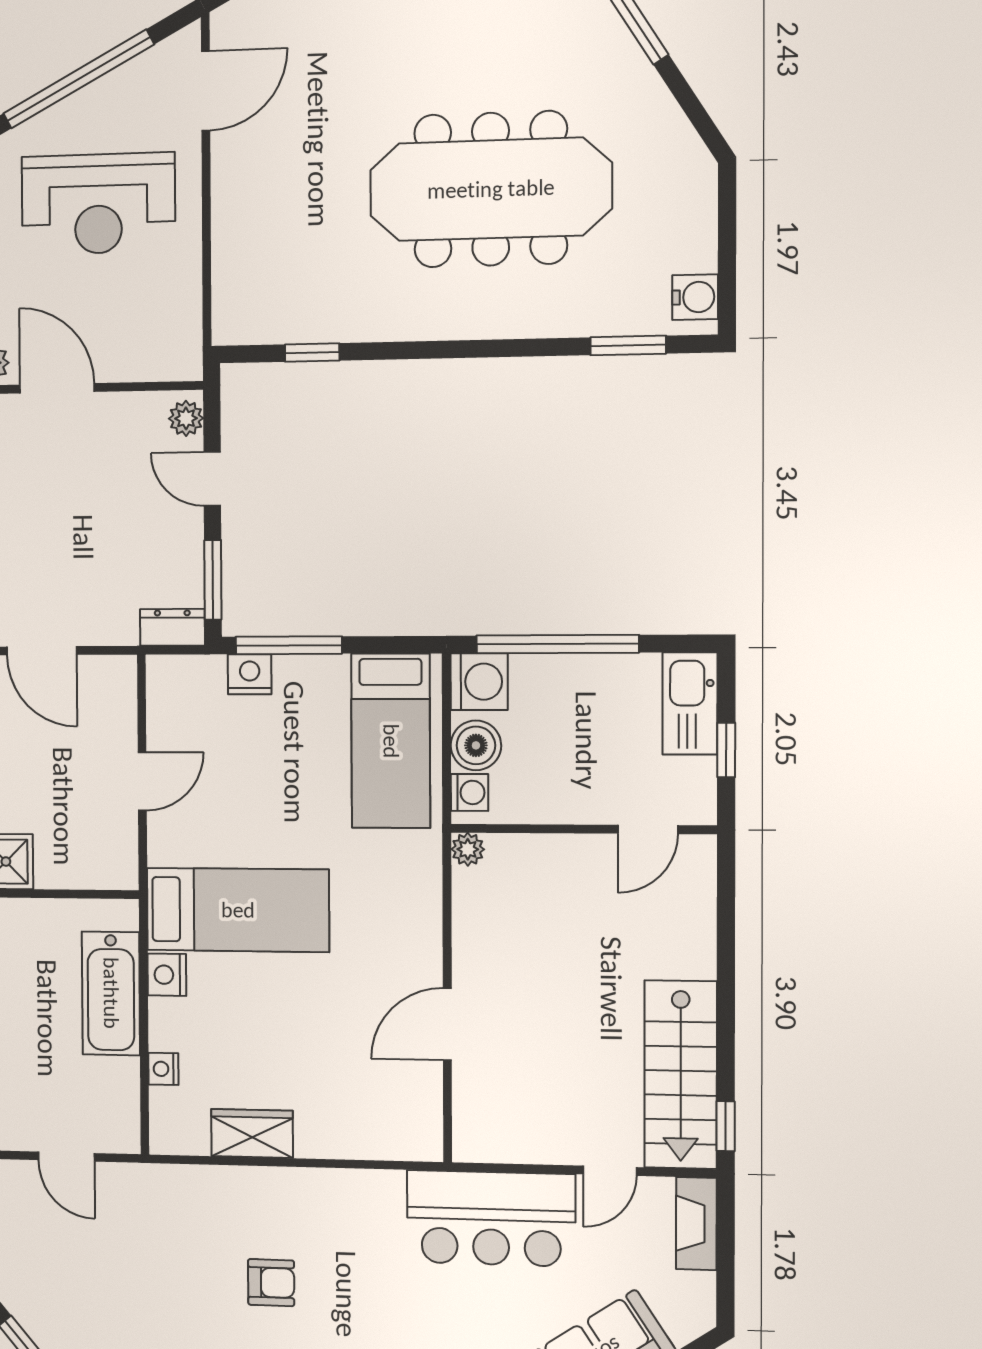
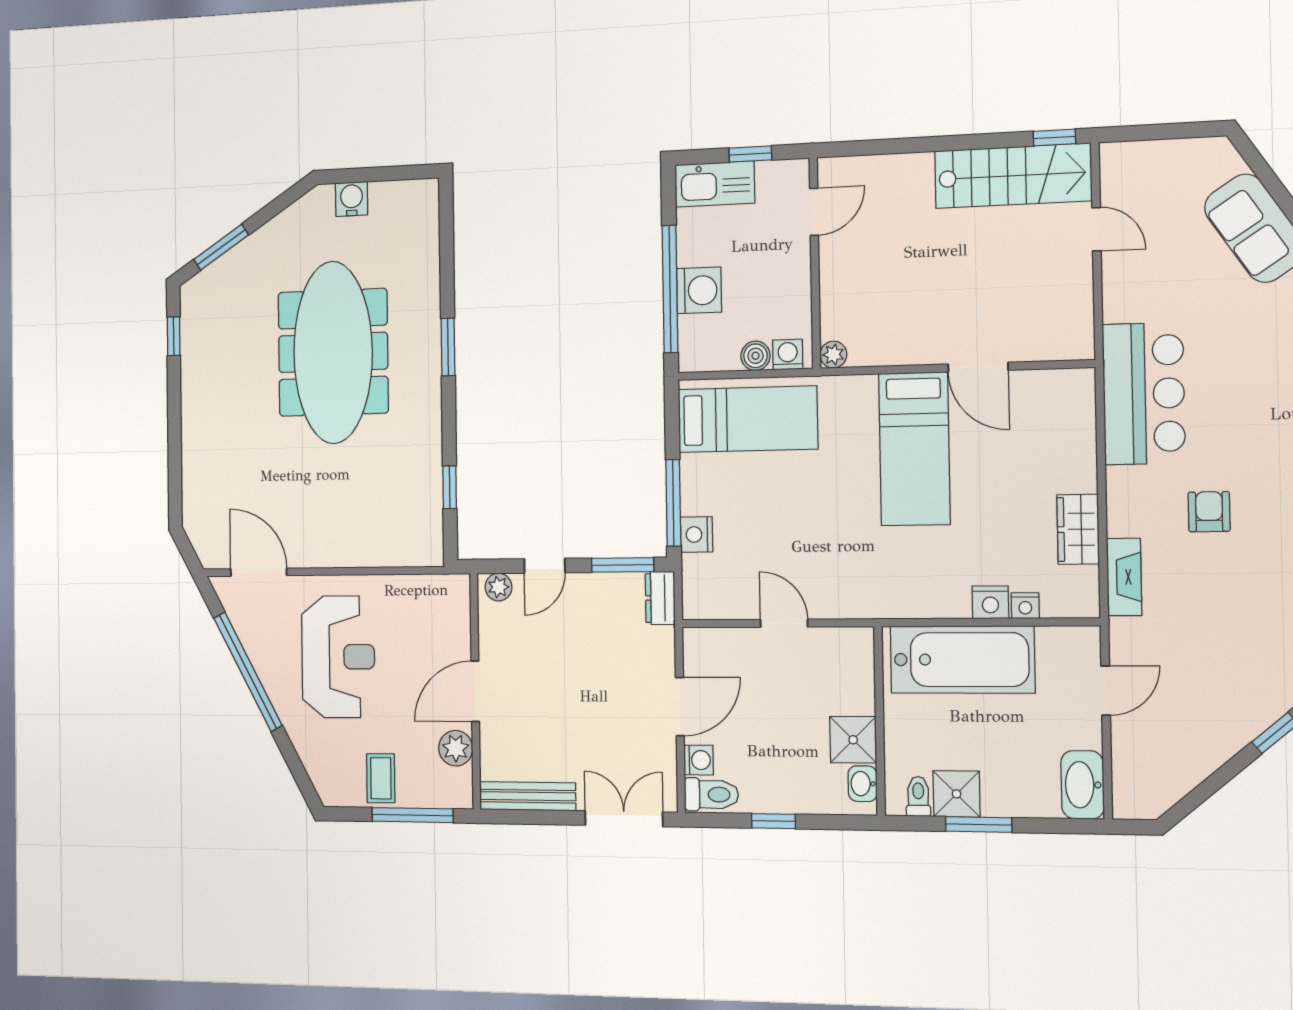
water cooler: (695, 297) -> (352, 199), moved
window: (628, 345) -> (448, 347), moved
washing machine: (479, 682) -> (699, 290), moved, turned 90
boiler: (476, 745) -> (756, 356), width x0.73, depth x0.73
door: (648, 829) -> (814, 212), hinge flipped
bed: (238, 910) -> (914, 449), moved, turned 180
nightstand: (167, 975) -> (990, 602), moved
bathtub: (111, 993) -> (962, 660), width x1.36, depth x1.36
bar counter: (491, 1218) -> (1144, 394), moved
fireplace: (696, 1224) -> (1124, 577), moved, turned -90

